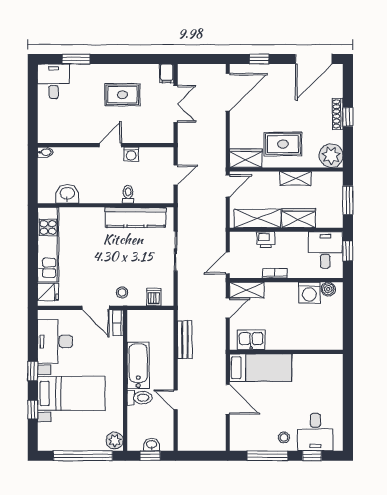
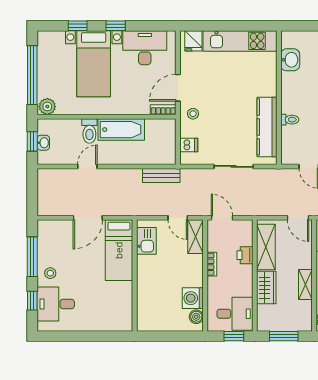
bench: (185, 340) -> (161, 176), moved

